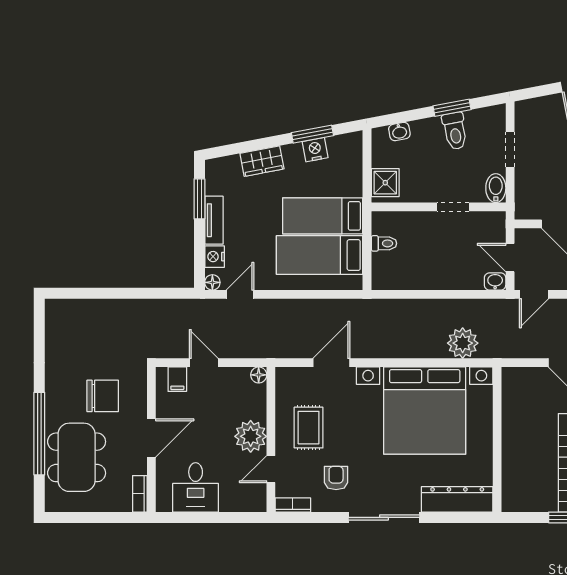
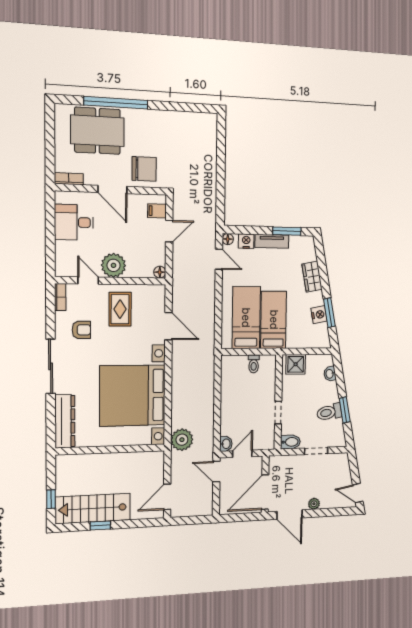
plant: (463, 343) -> (182, 440), moved
chair: (103, 396) -> (144, 169), moved, turned -90
rug: (309, 428) -> (120, 309), turned 90

